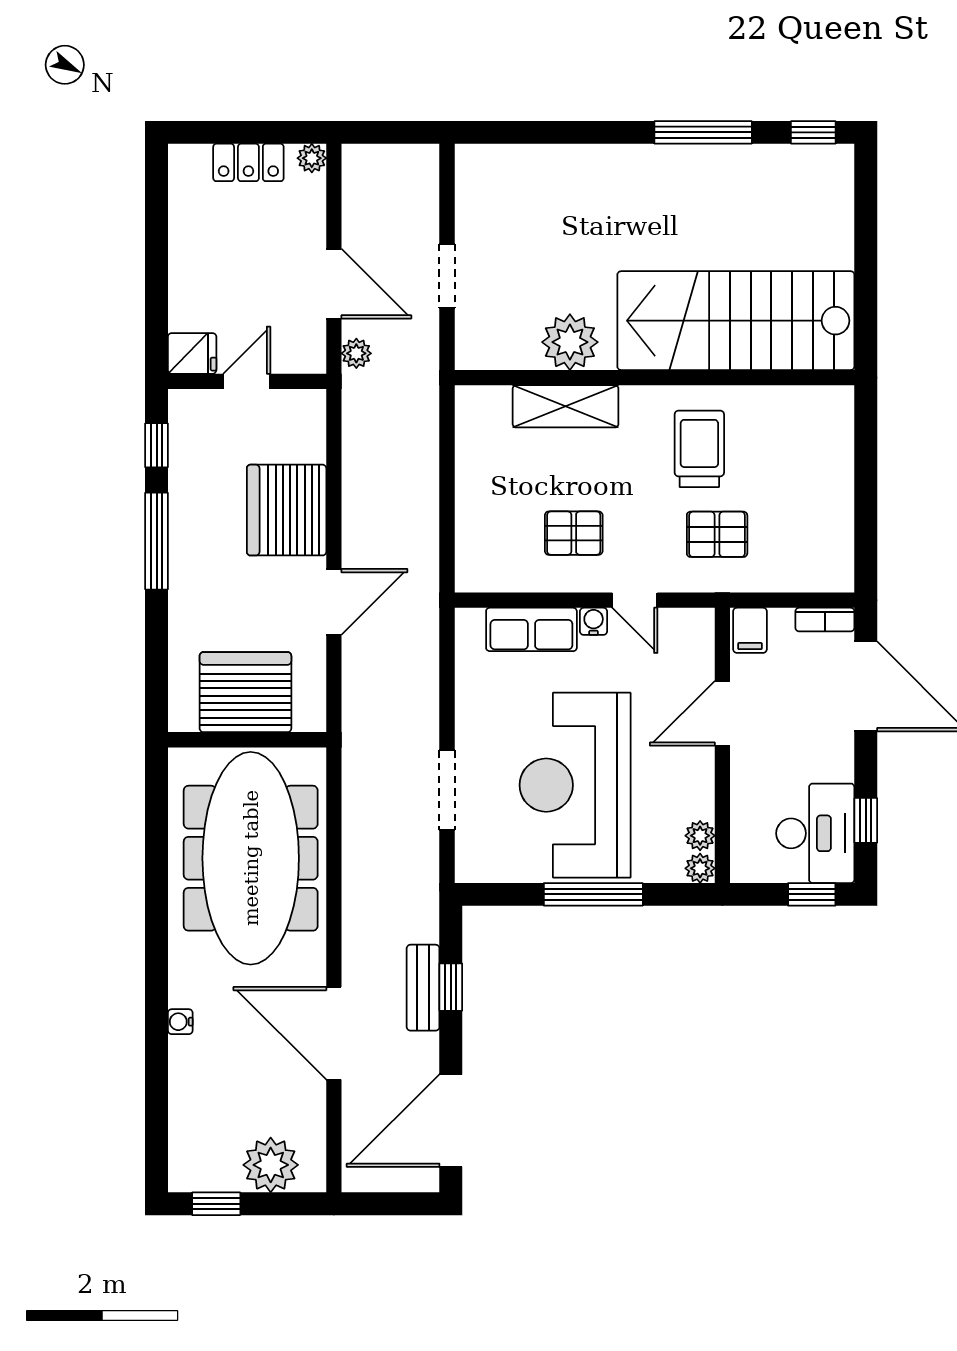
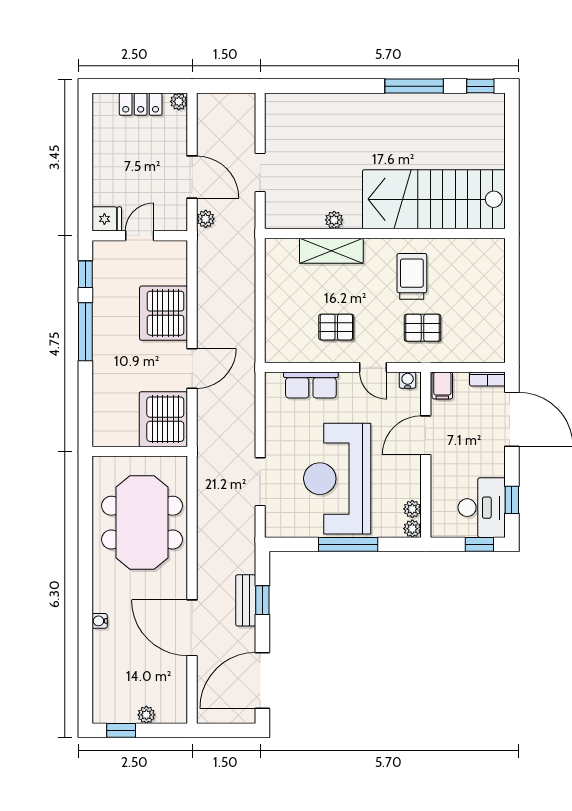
plant: (570, 342) -> (334, 220), width x0.53, depth x0.53
water cooler: (594, 621) -> (408, 380), moved
server rack: (245, 692) -> (163, 419), moved, turned -90
meeting table: (251, 858) -> (142, 523), width x0.73
plant: (271, 1165) -> (146, 715), width x0.53, depth x0.53

